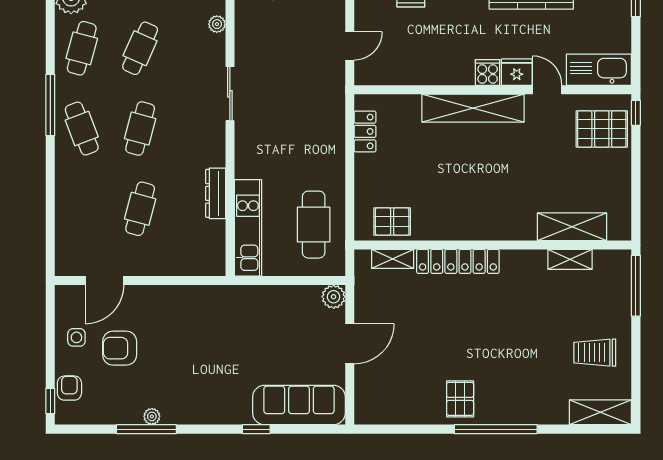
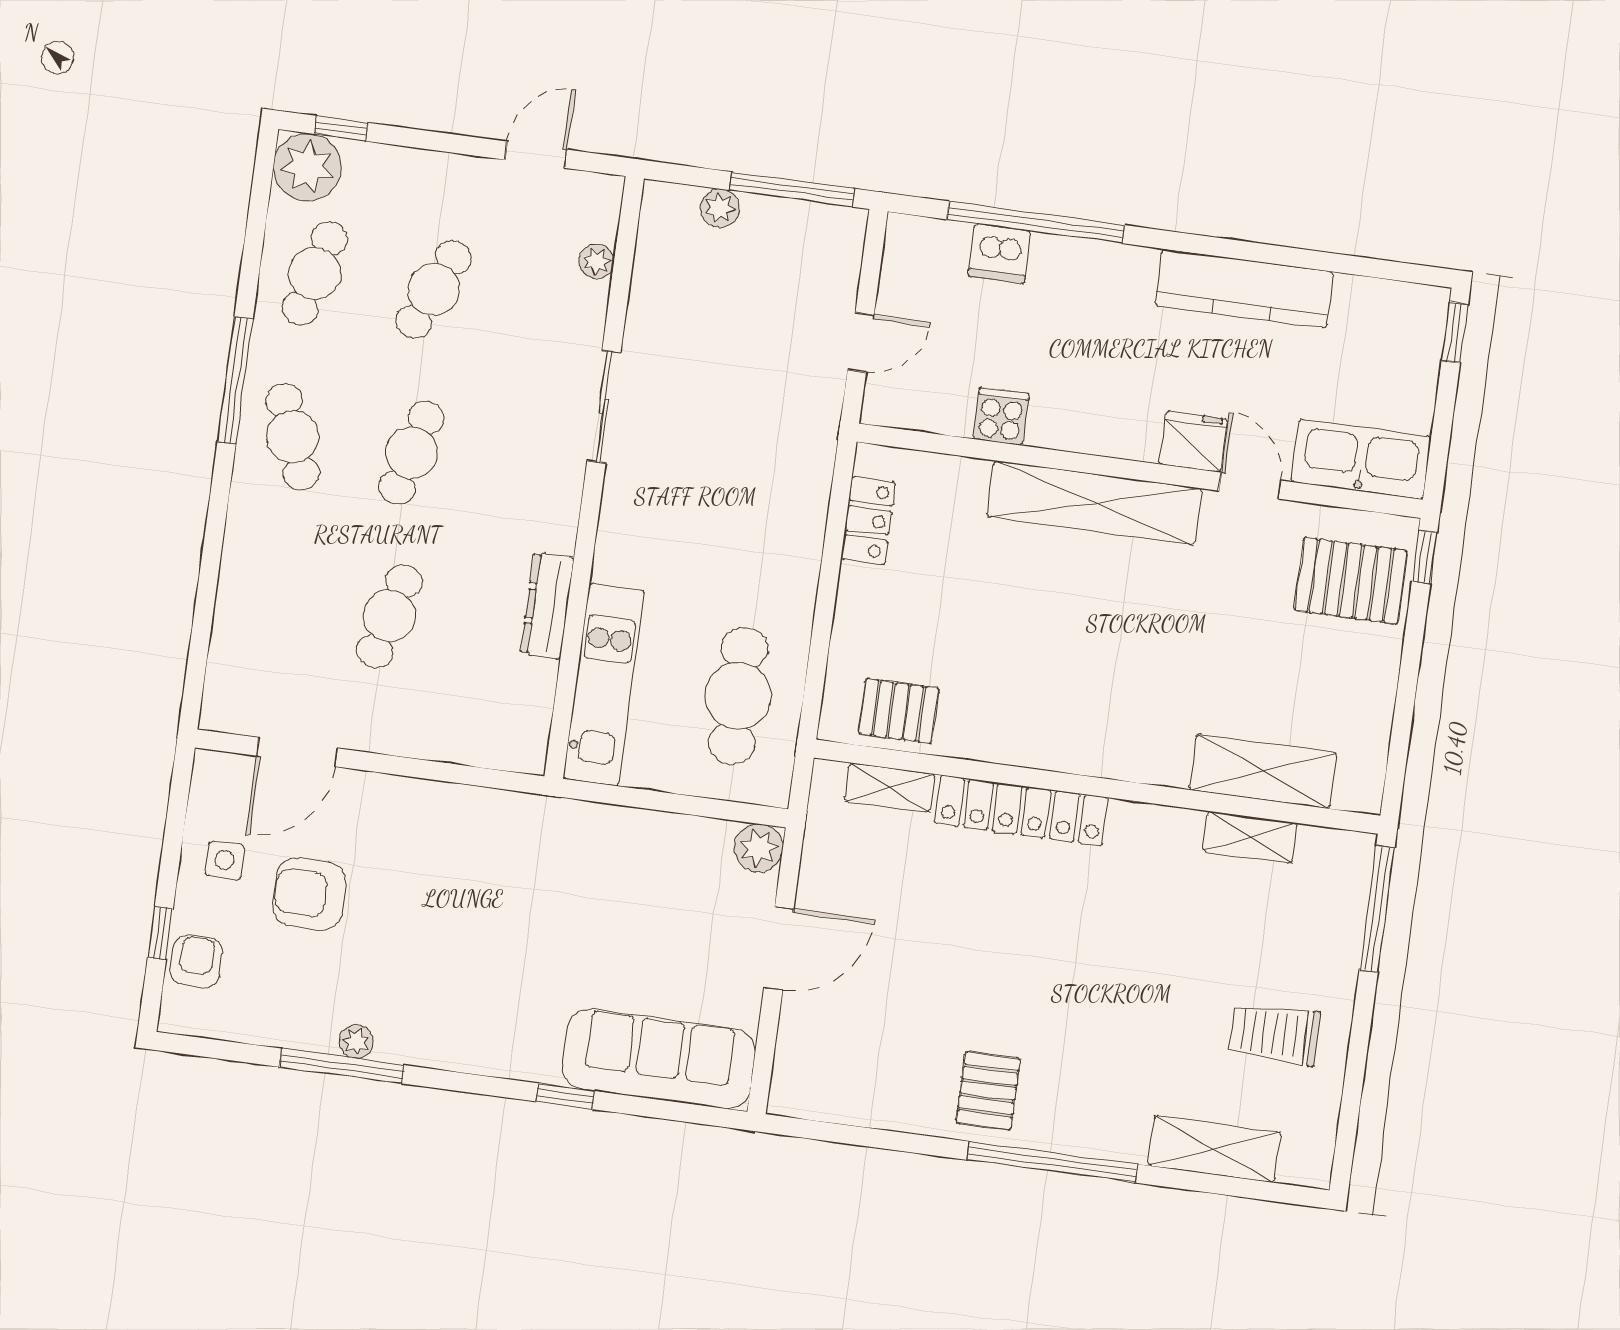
cooker: (488, 72) -> (1001, 416), moved
window: (50, 401) -> (160, 933), moved
shelving: (600, 412) -> (1214, 1149), moved

